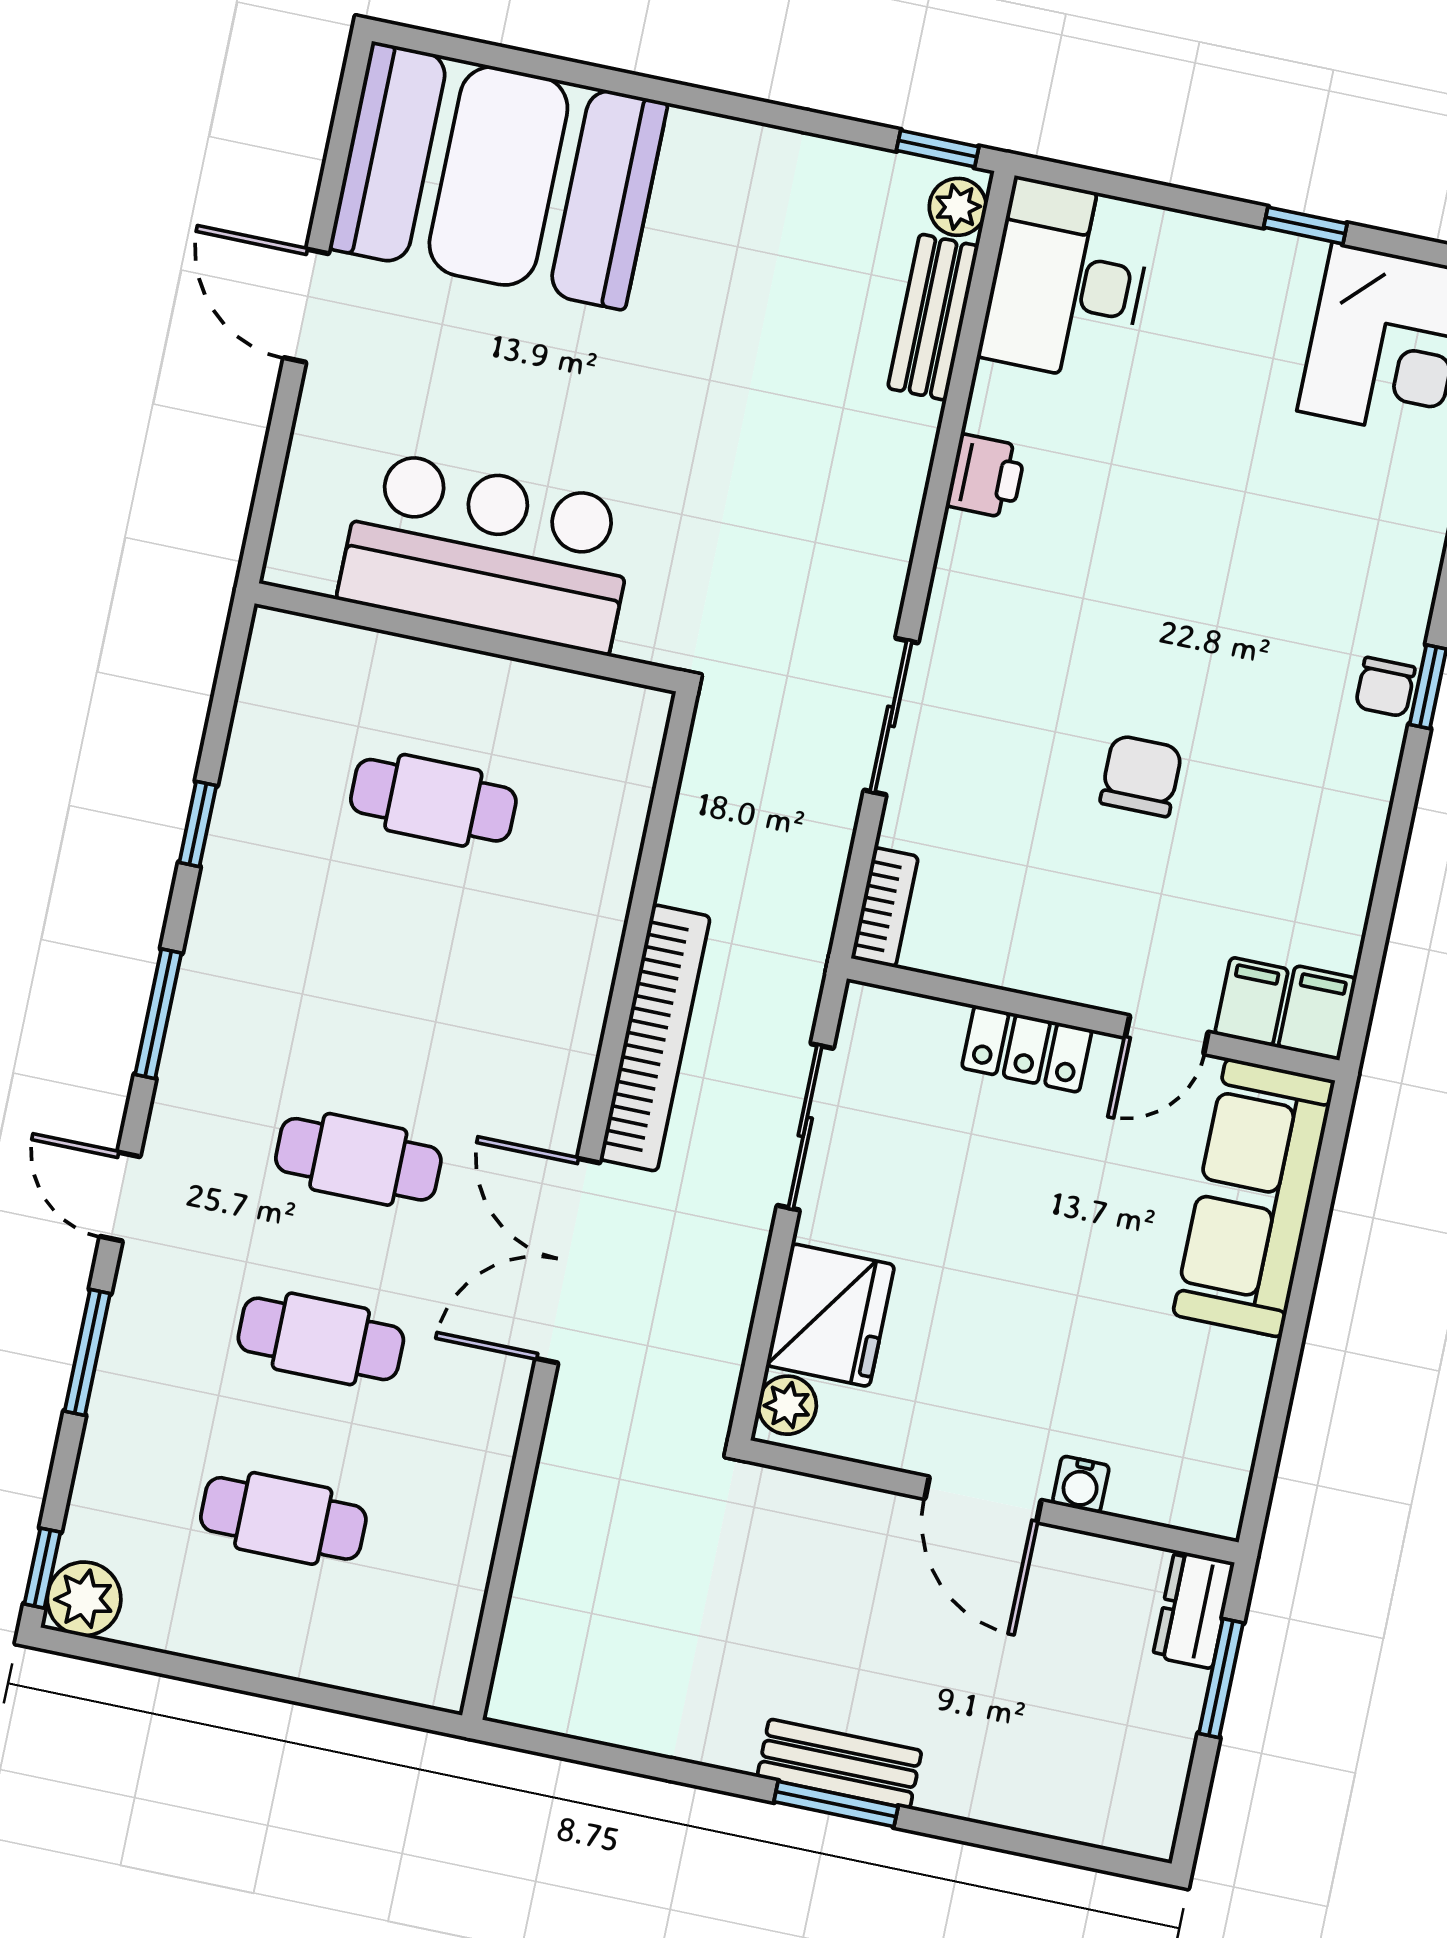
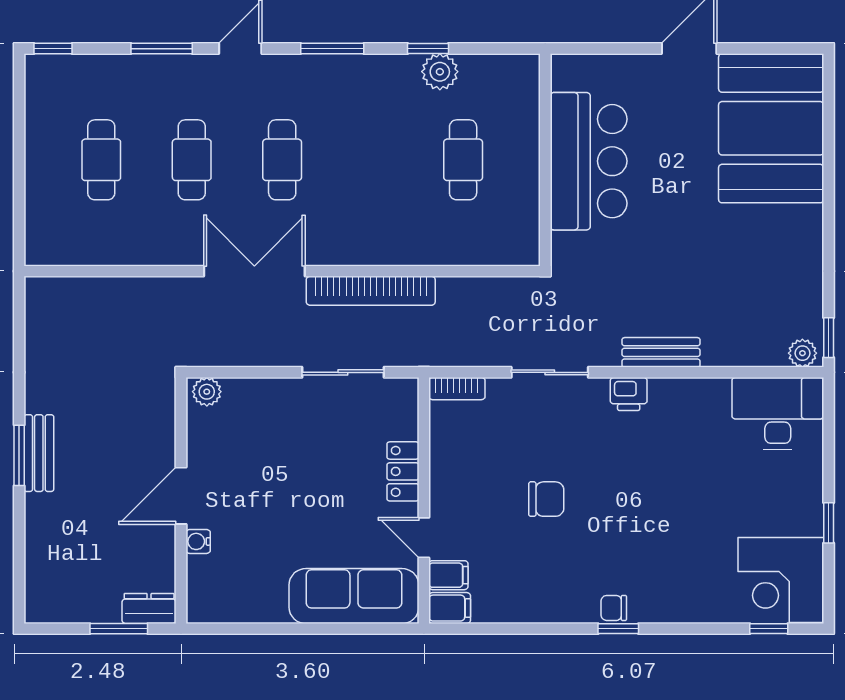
bench: (933, 317) -> (661, 352), moved
printer: (986, 476) -> (629, 394), moved
fridge: (830, 1315) -> (255, 403), removed
plant: (84, 1599) -> (440, 72), moved

